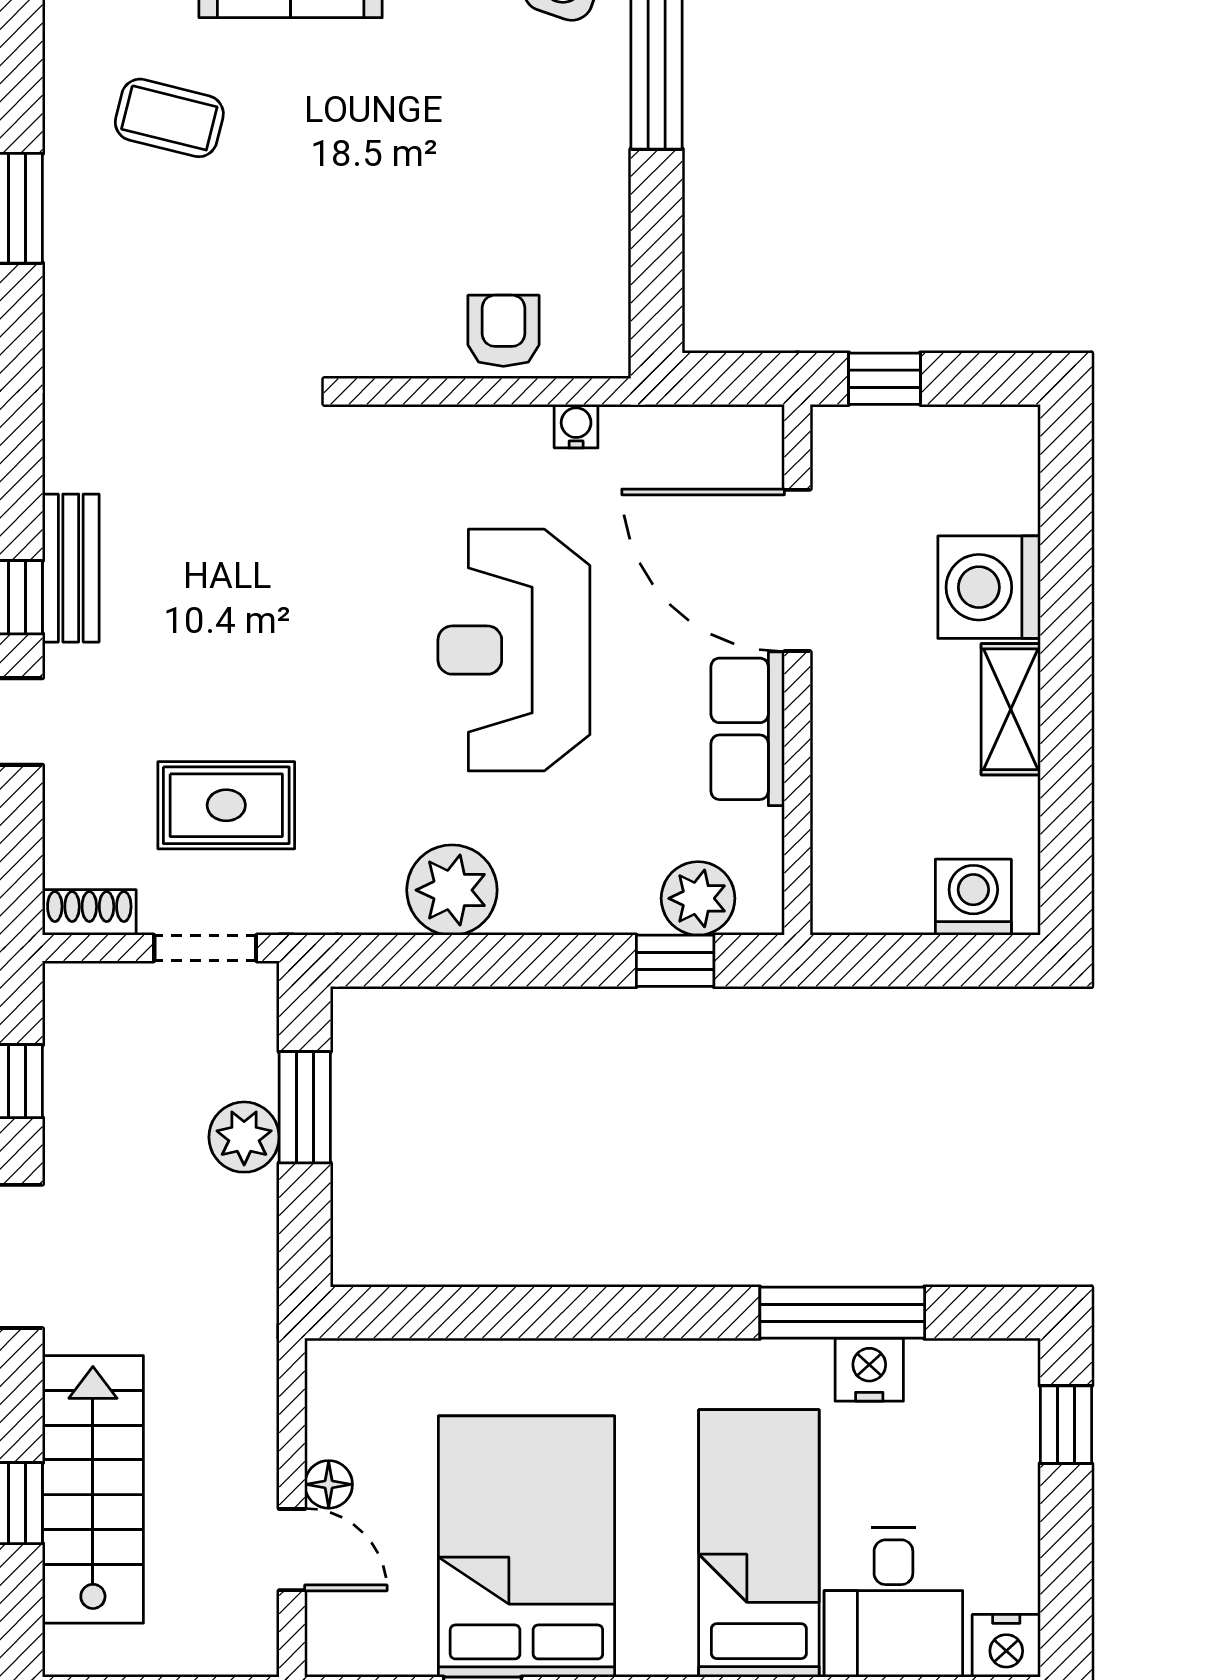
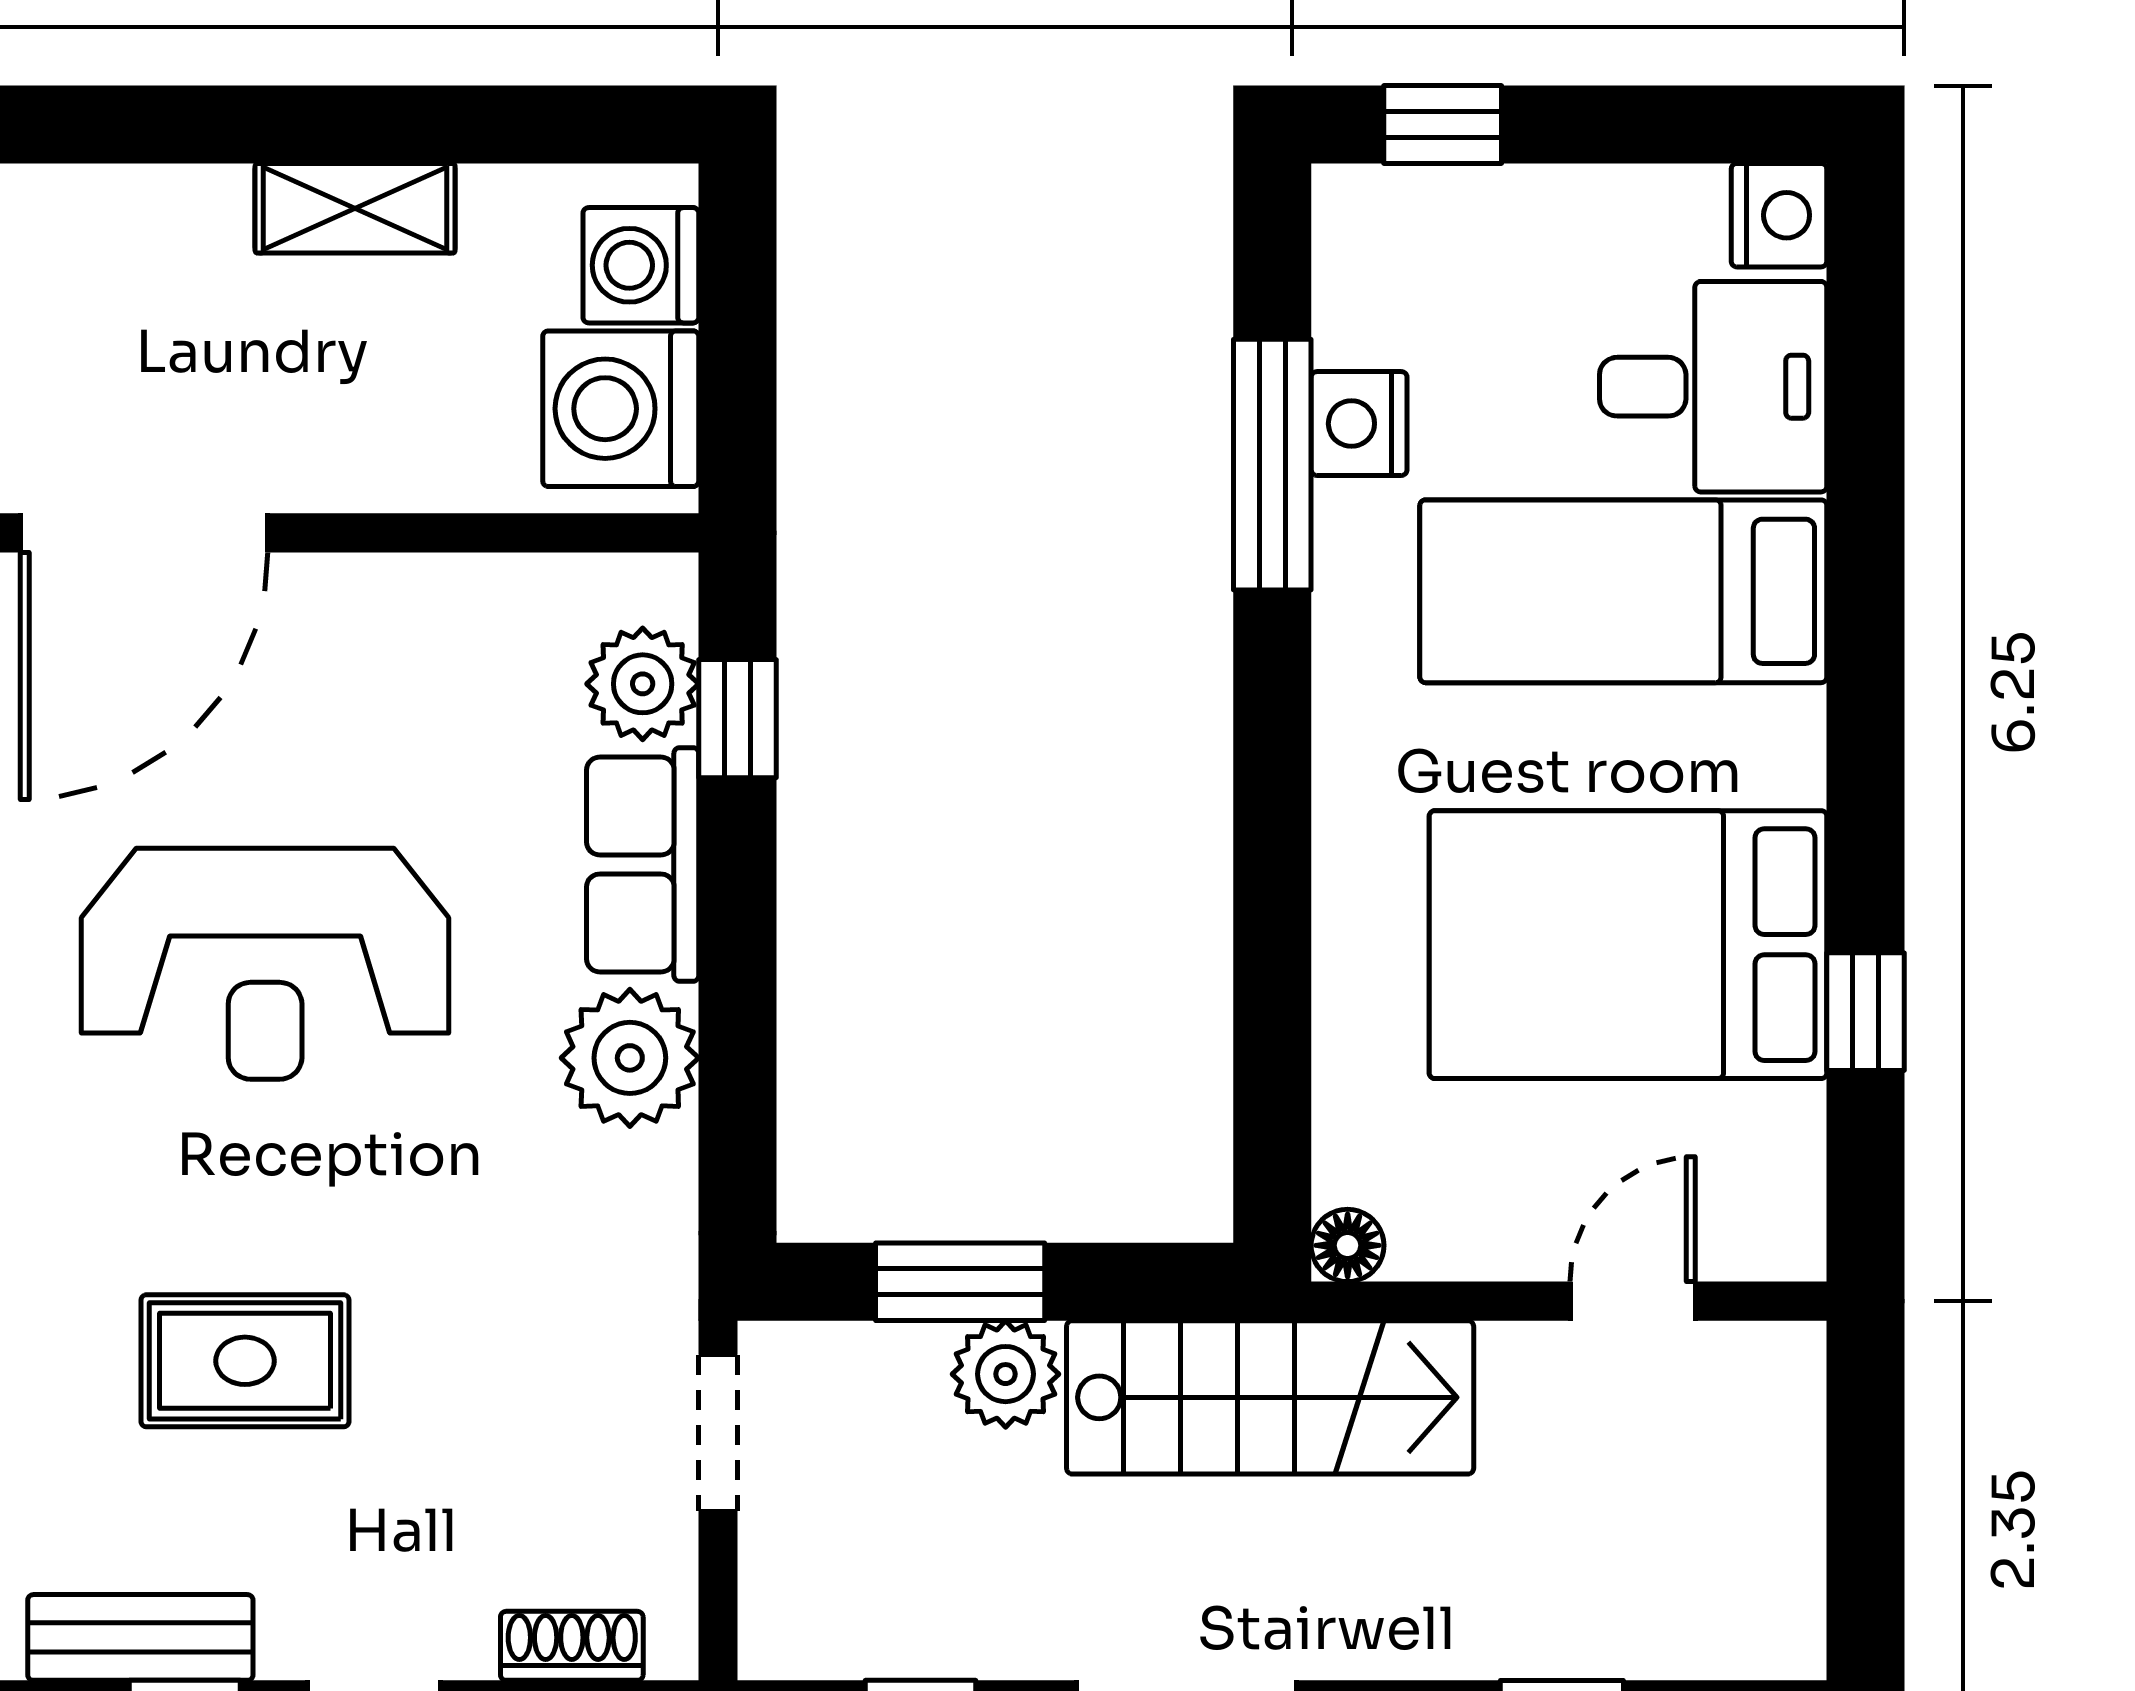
washing machine: (989, 587) -> (621, 409), moved, turned 90
row of seats: (748, 729) -> (643, 864), moved, turned 90
rug: (226, 805) -> (245, 1361), moved, turned 90
shoe rack: (89, 912) -> (572, 1646), moved, turned 90
floor lamp: (329, 1484) -> (1348, 1245), moved
stairs: (93, 1489) -> (1270, 1397), moved, turned 180

